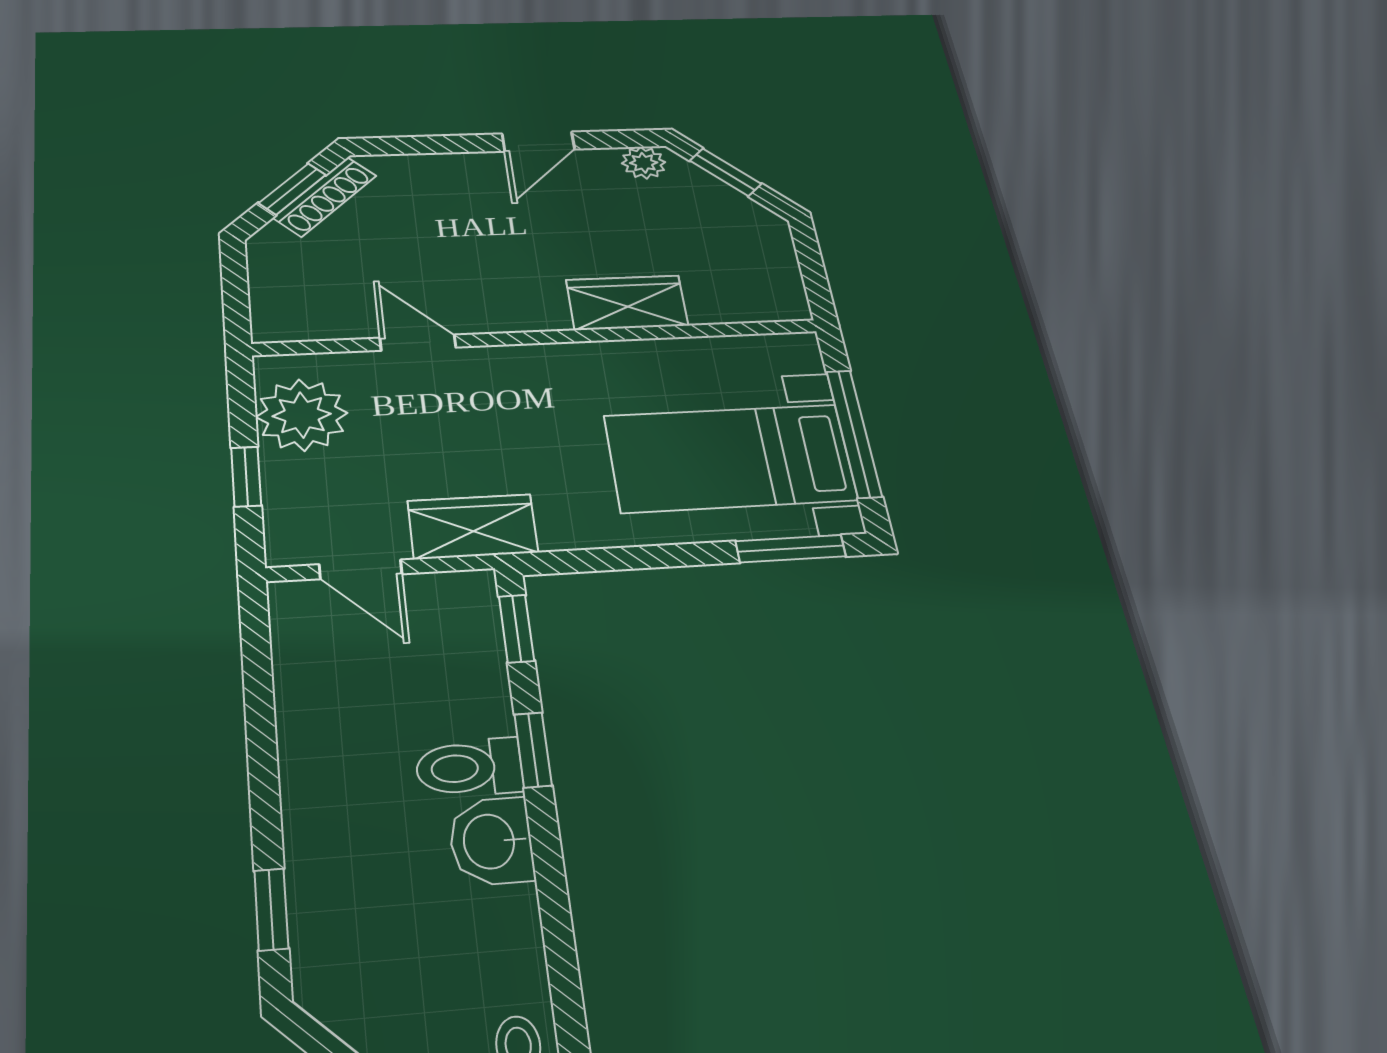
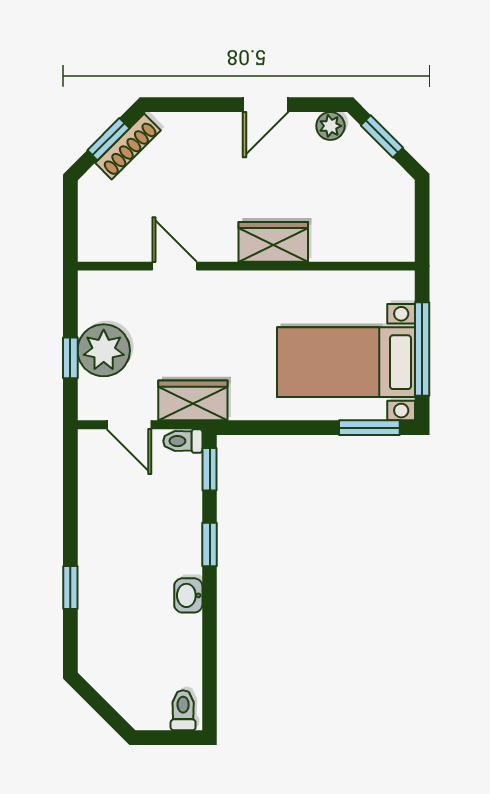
wardrobe: (627, 303) -> (273, 242), moved
plant: (302, 415) -> (104, 350), moved
toilet: (469, 768) -> (183, 441), moved, width x0.73, depth x0.72
washbasin: (491, 841) -> (188, 595), width x0.72, depth x0.69
window: (271, 909) -> (70, 587), moved

